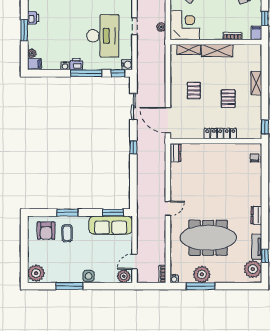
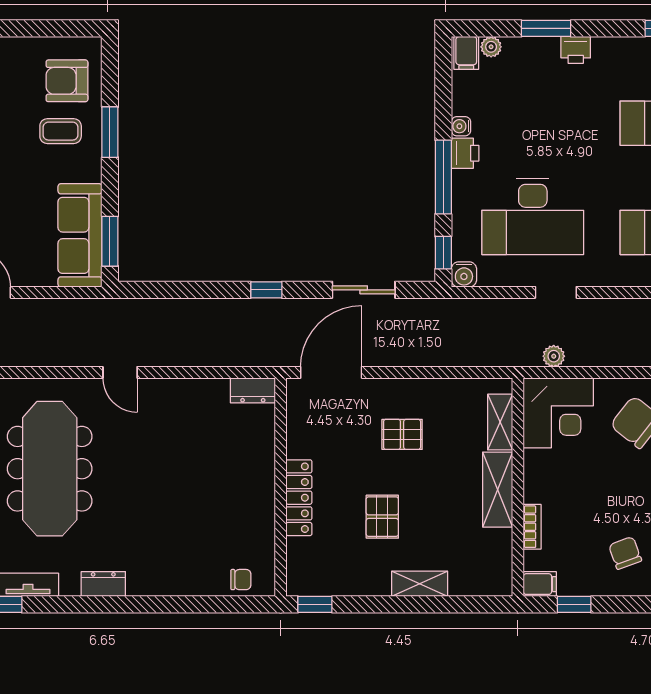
pallet: (228, 99) -> (382, 517), turned 90

